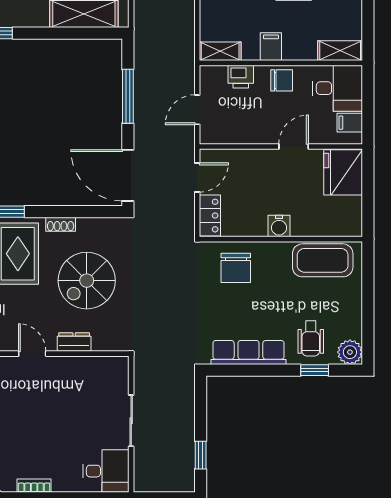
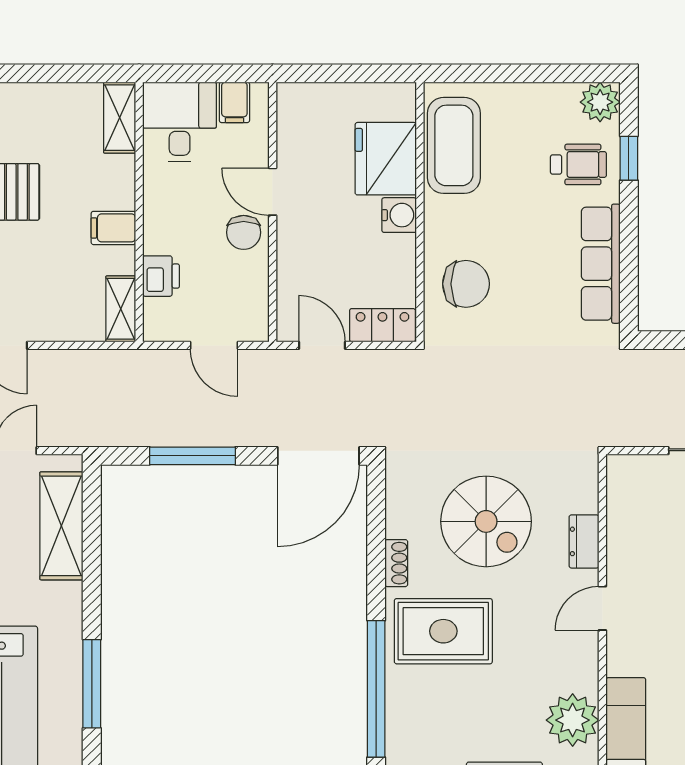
chair: (282, 80) -> (244, 232), moved, turned 180
fridge: (343, 172) -> (386, 159), moved, turned 90

